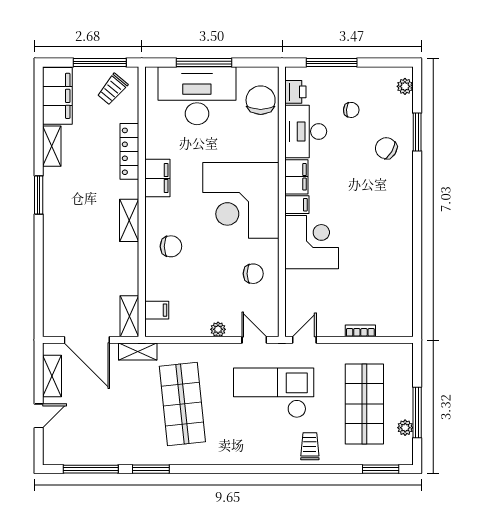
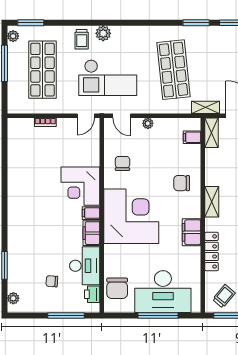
chair: (386, 148) -> (27, 254), removed
chair: (253, 274) -> (122, 163), turned 90
plant: (405, 428) -> (13, 36), moved
plant: (280, 454) -> (103, 33), added

